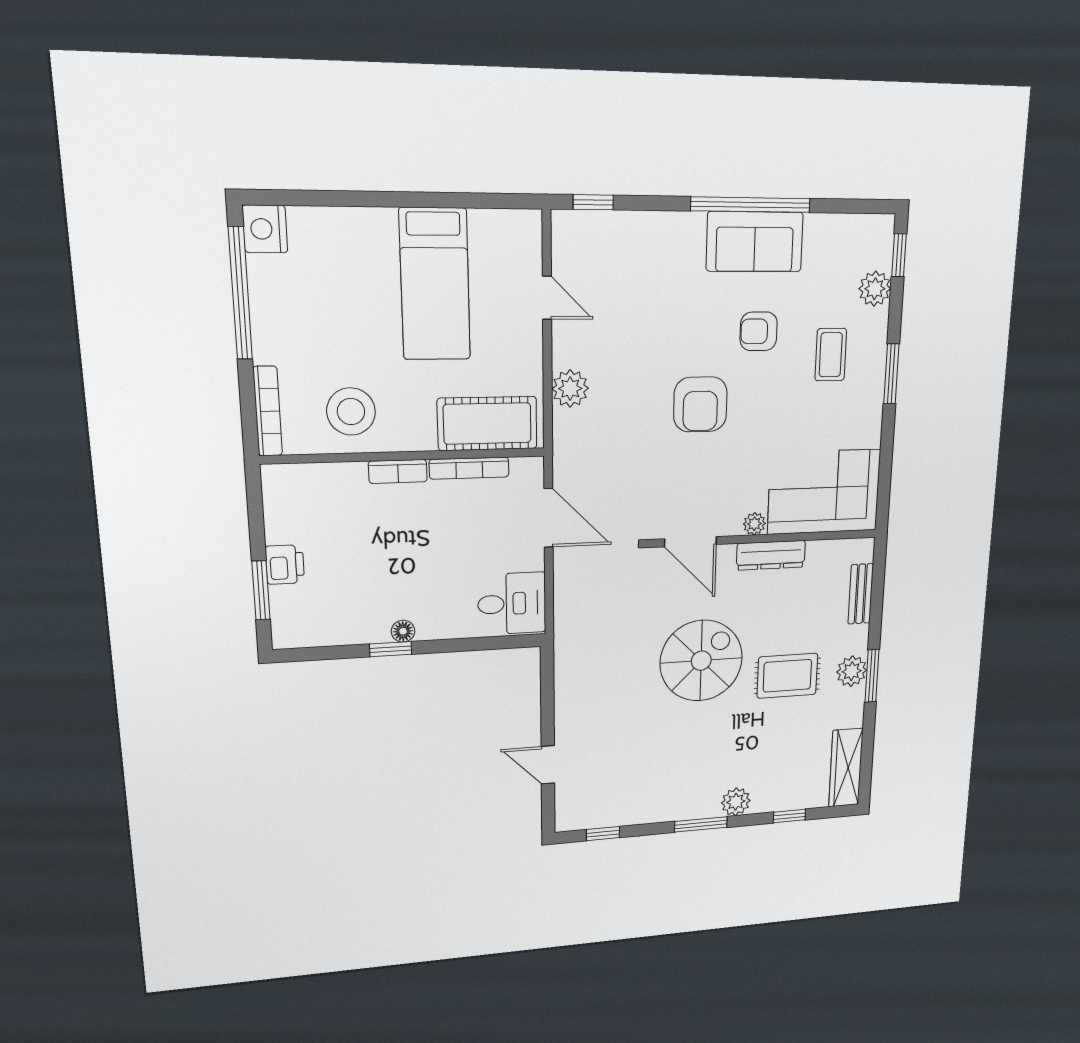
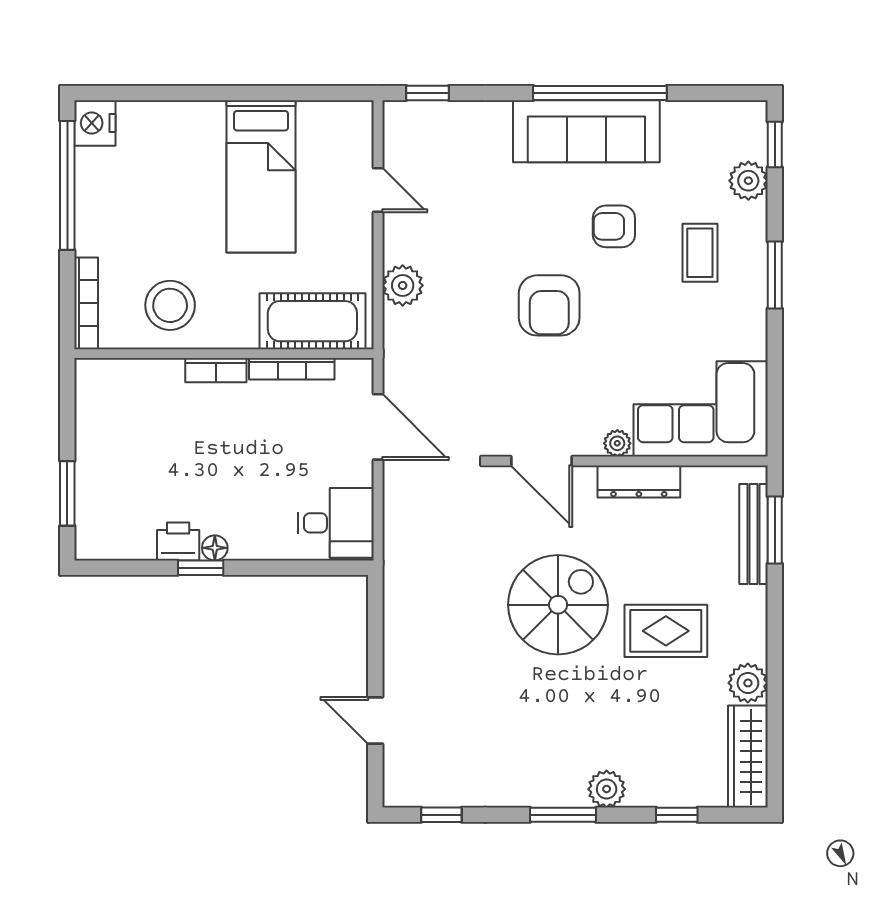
sofa: (755, 242) -> (586, 131), width x1.36
printer: (285, 565) -> (178, 541), moved, turned -90
bench: (861, 594) -> (754, 534), width x1.36
plant: (852, 671) -> (748, 683), moved
window: (872, 676) -> (775, 530), moved

